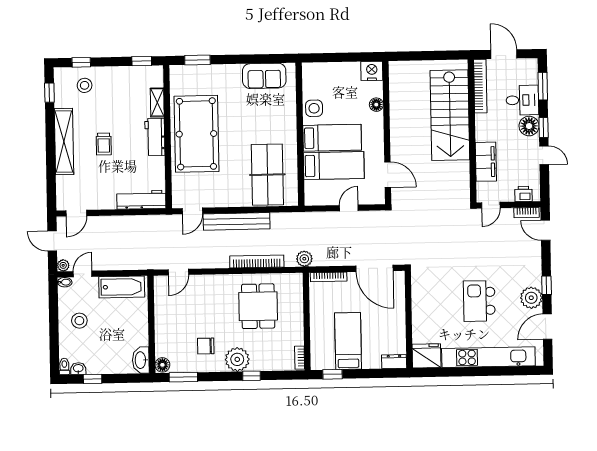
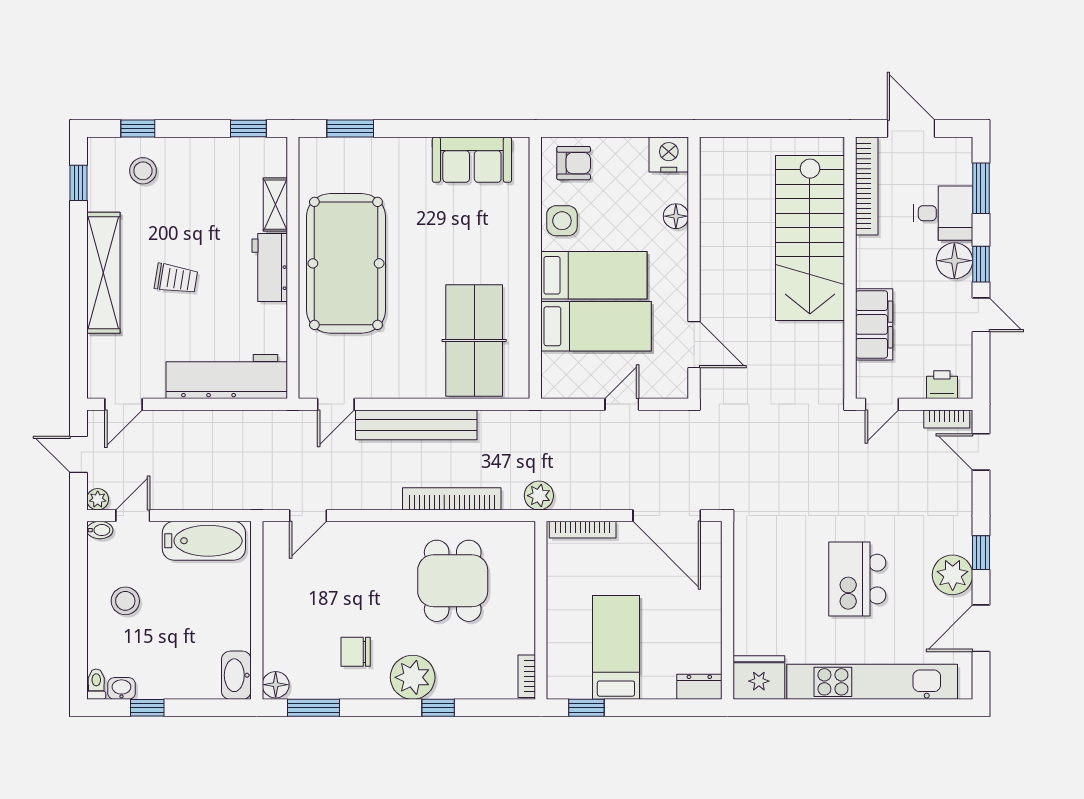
armchair: (320, 77) -> (574, 163), added
trolley: (104, 144) -> (176, 279), turned -81
workbench: (141, 200) -> (227, 377), width x1.36, depth x1.32

